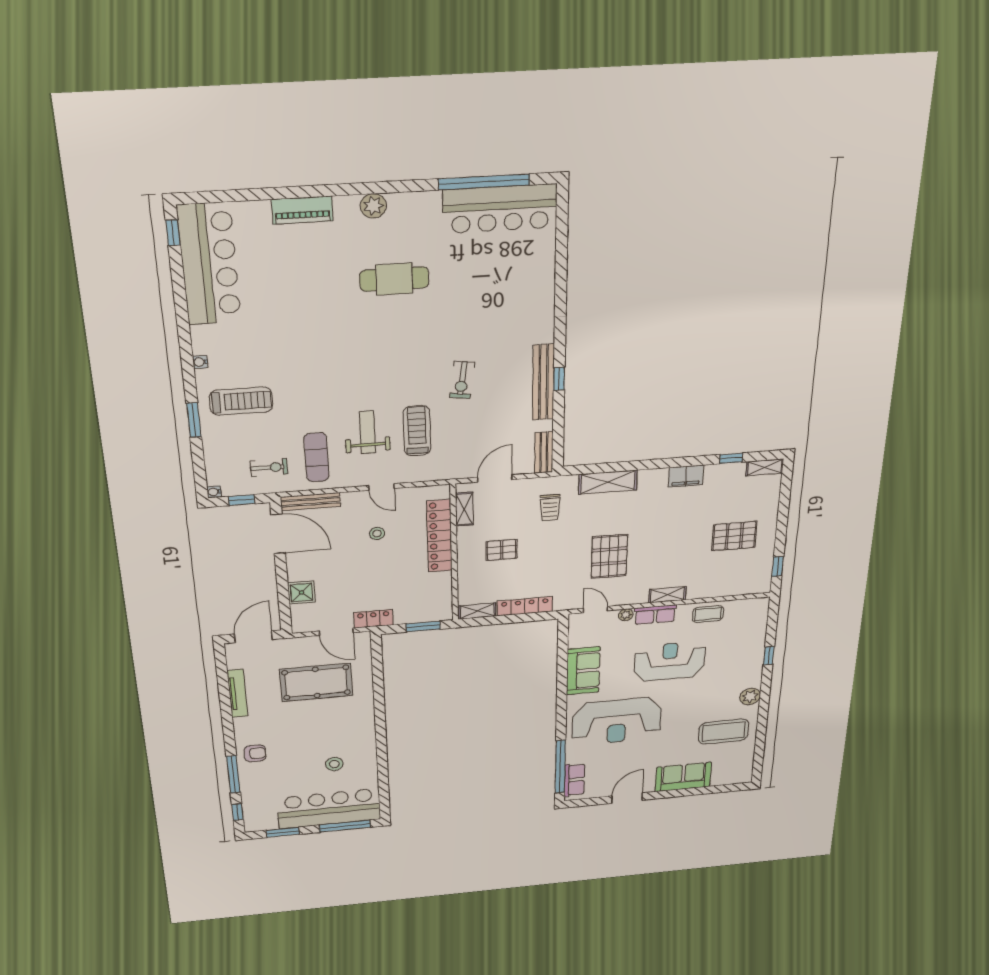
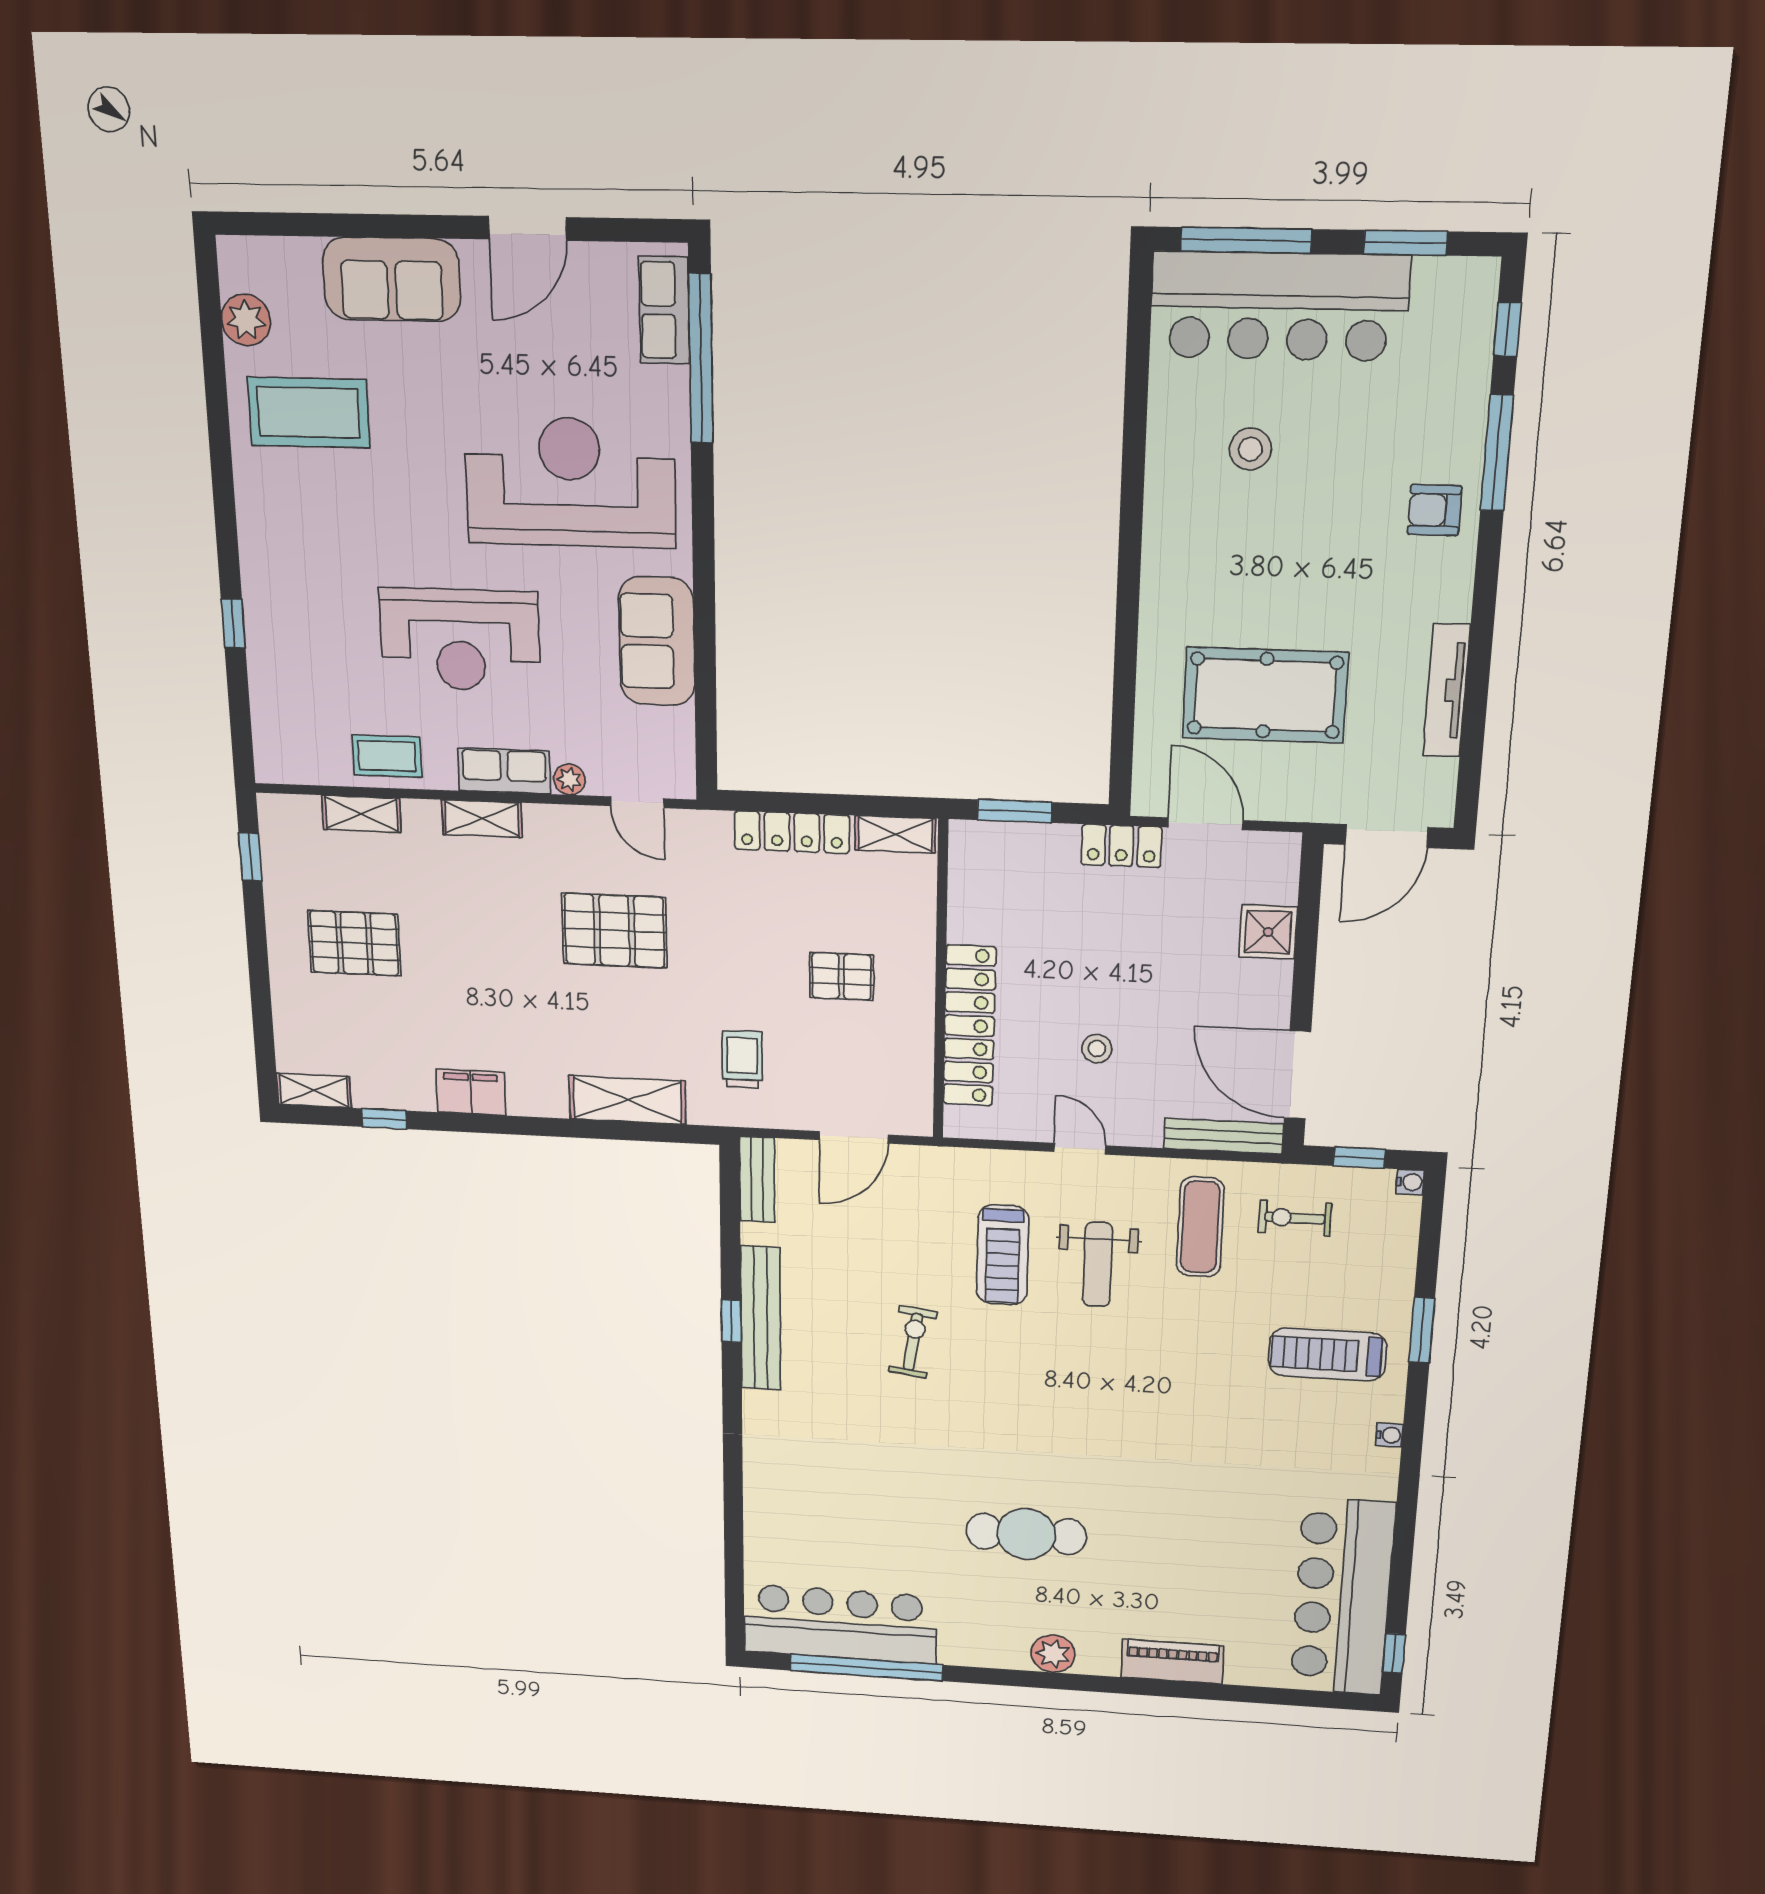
shelving: (464, 509) -> (361, 814), moved, turned 90
pallet: (609, 556) -> (614, 931), turned 90
plant: (750, 696) -> (246, 320), moved

